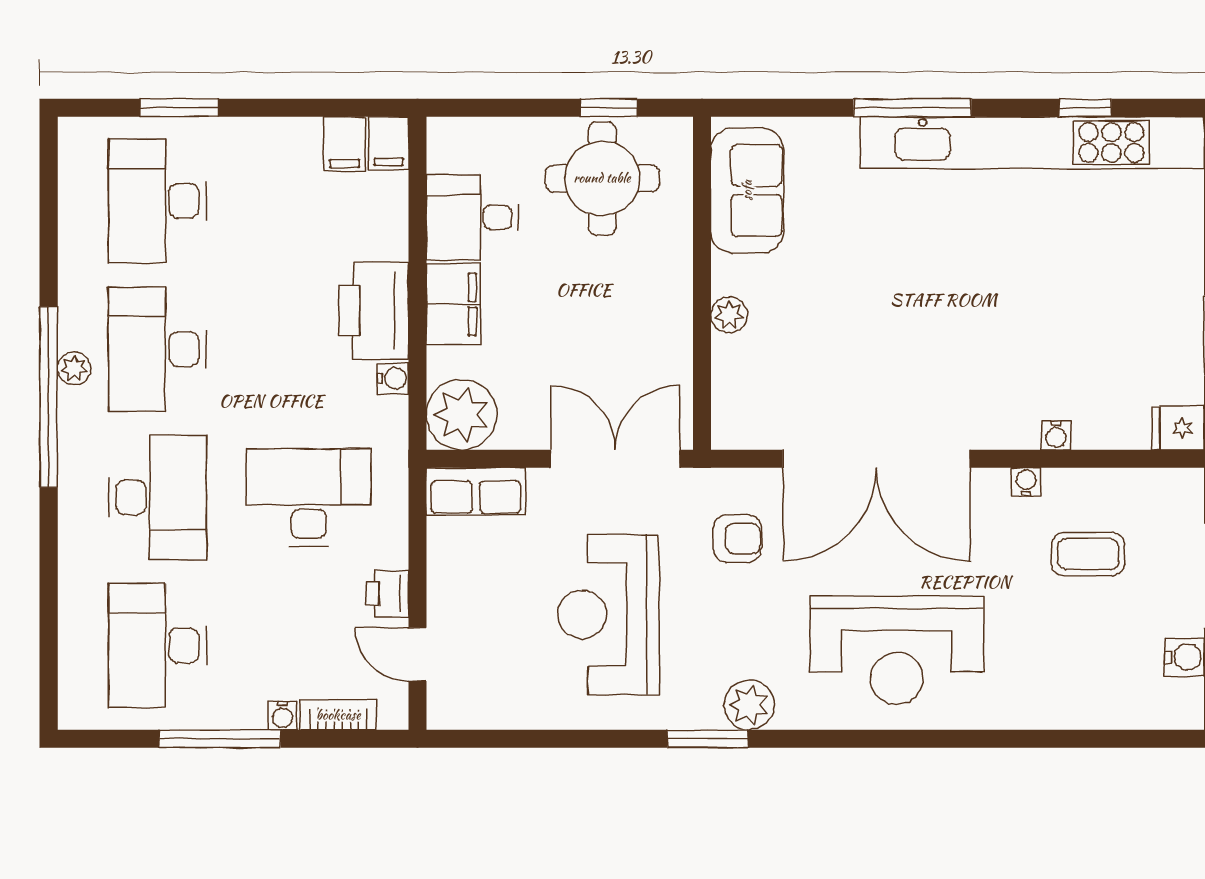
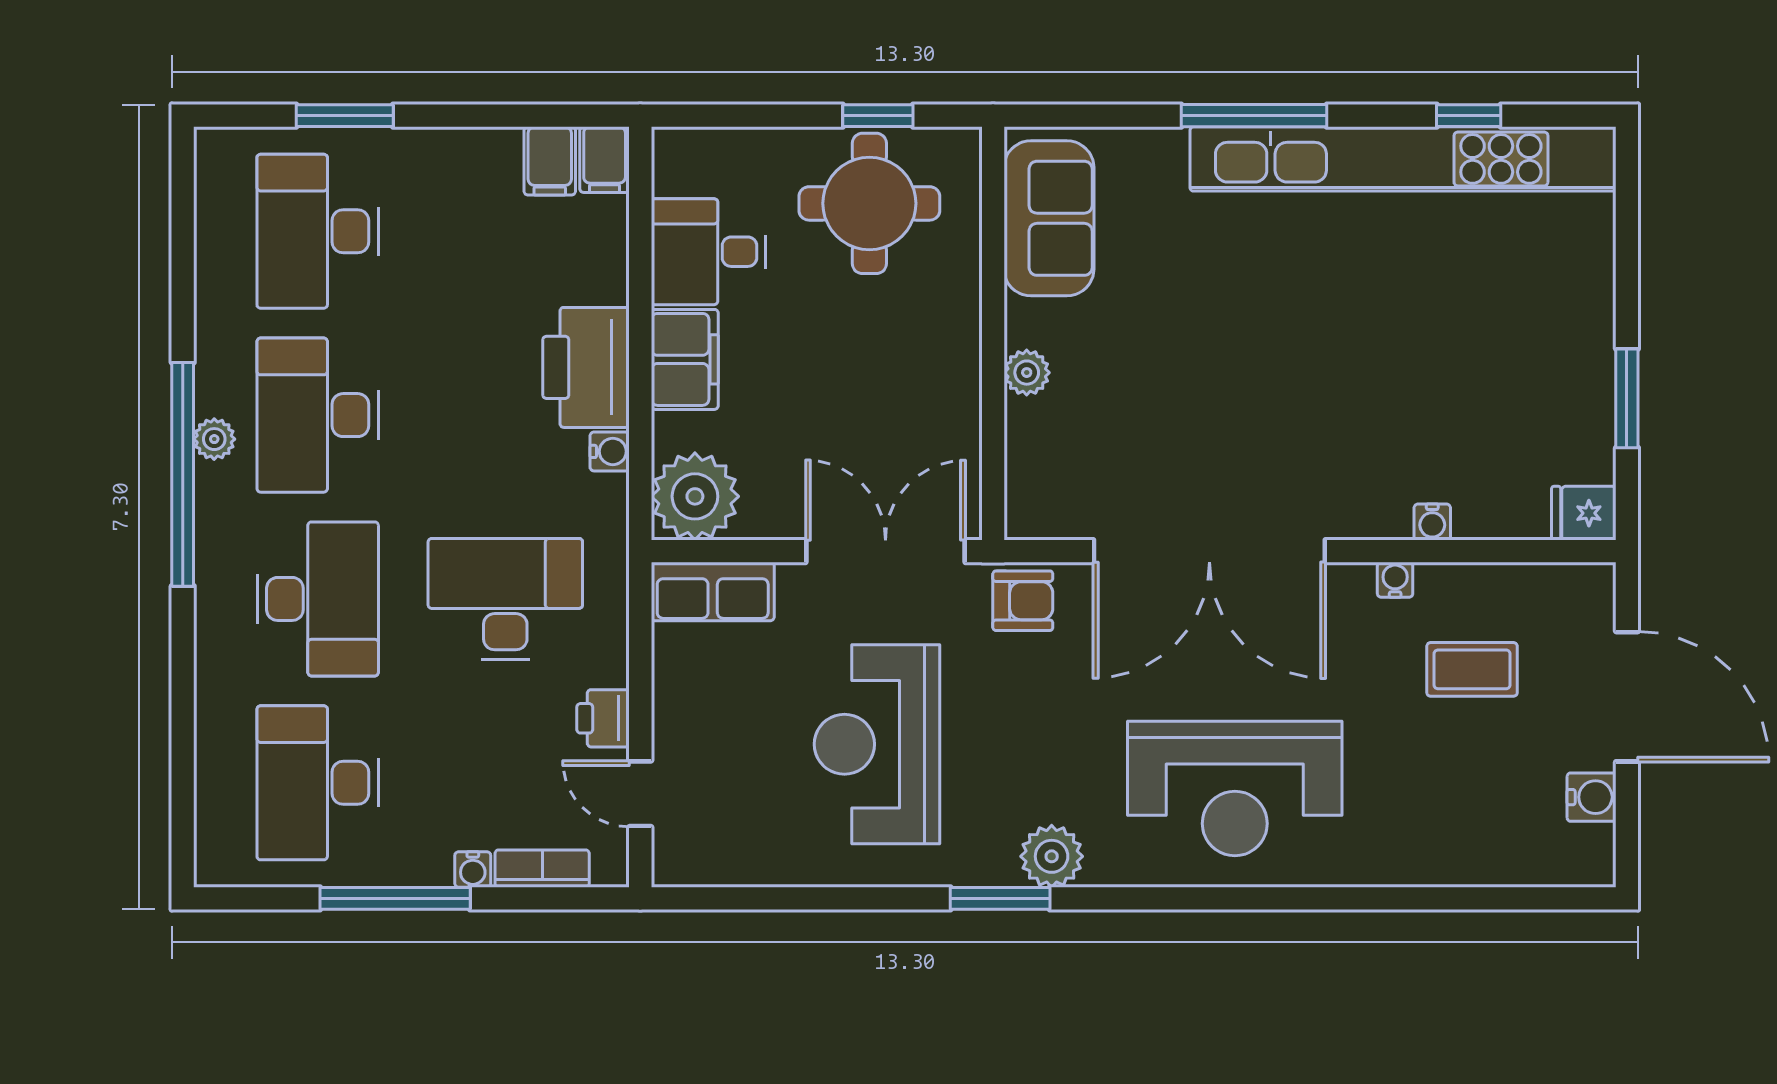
armchair: (737, 539) -> (1023, 601), moved

